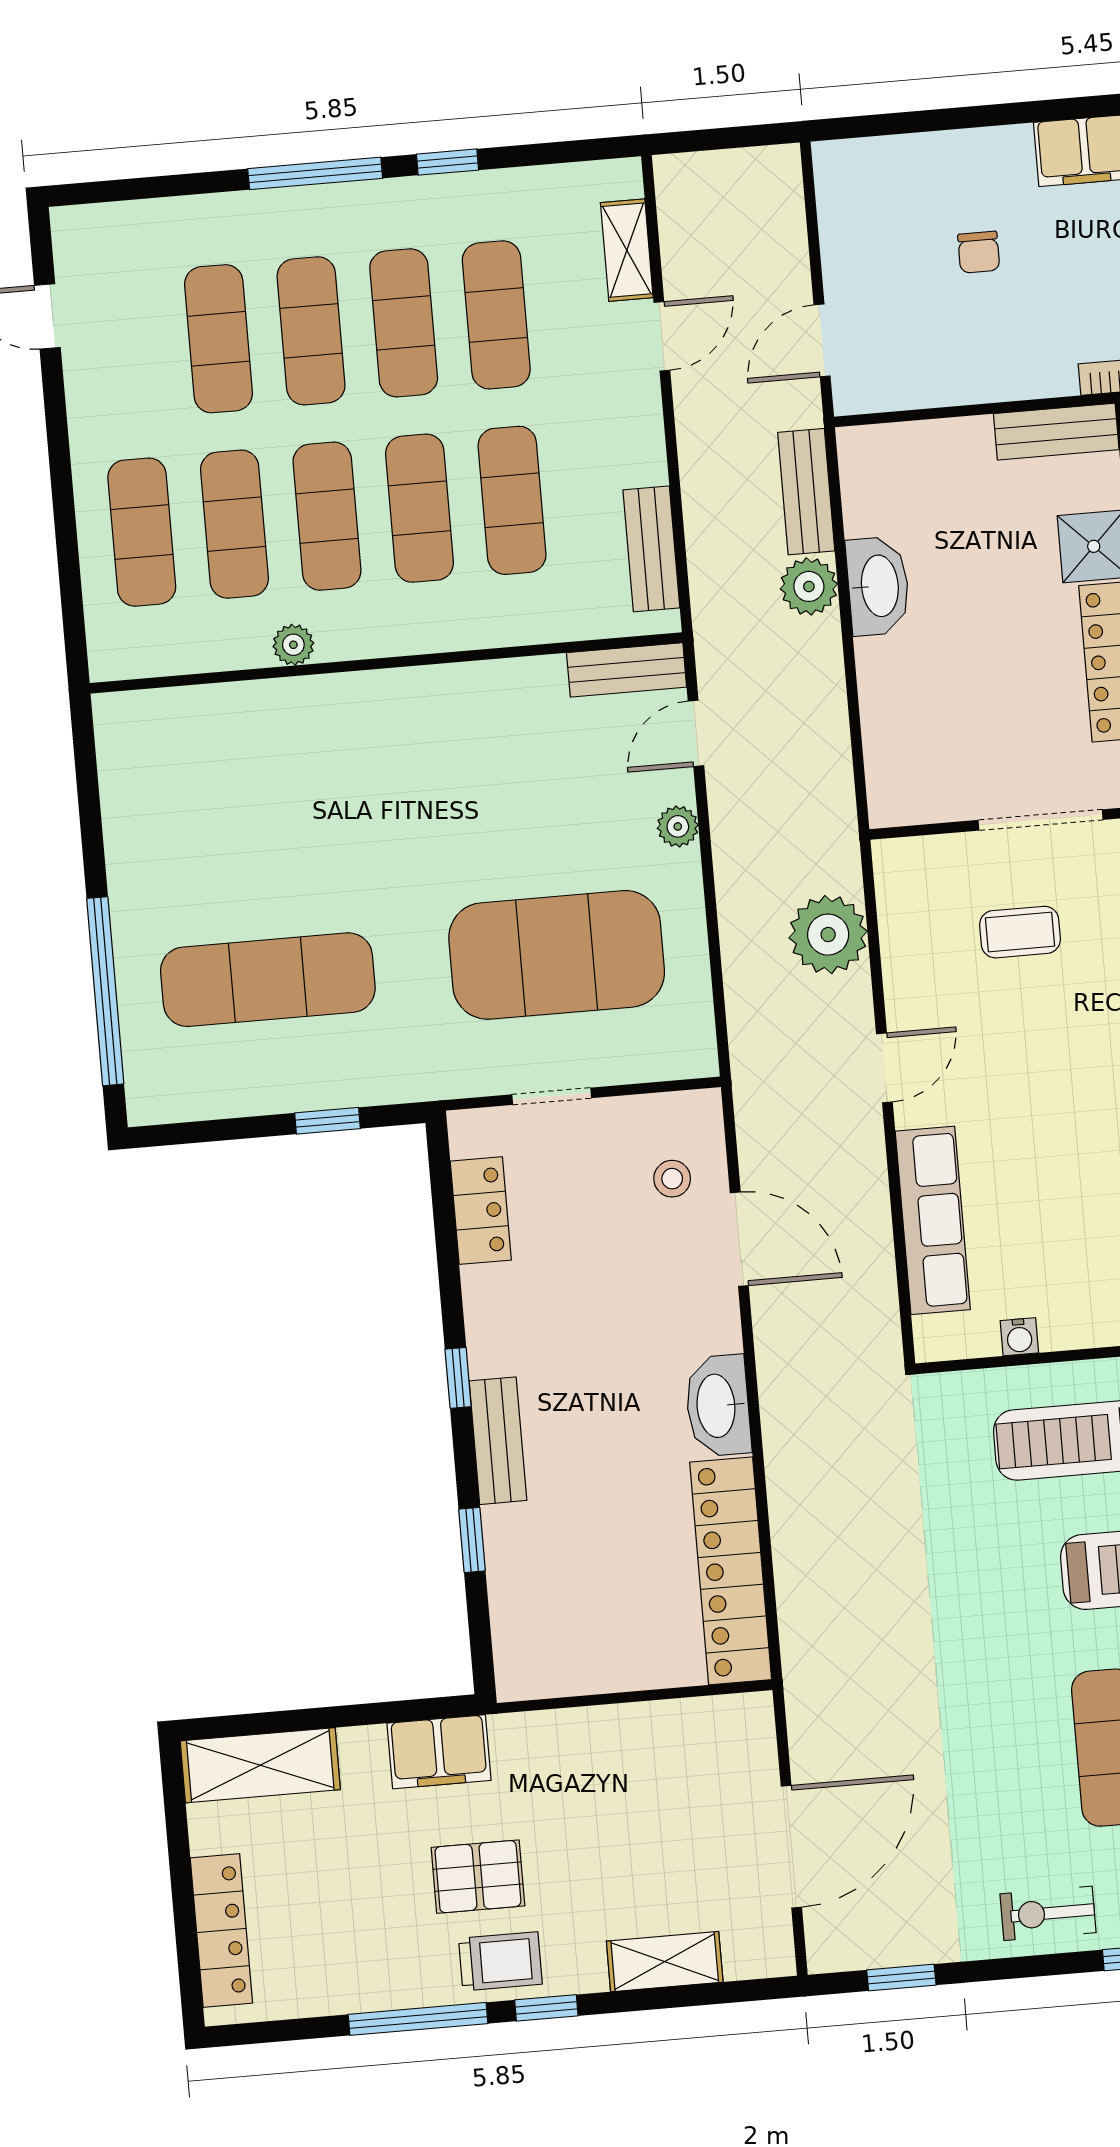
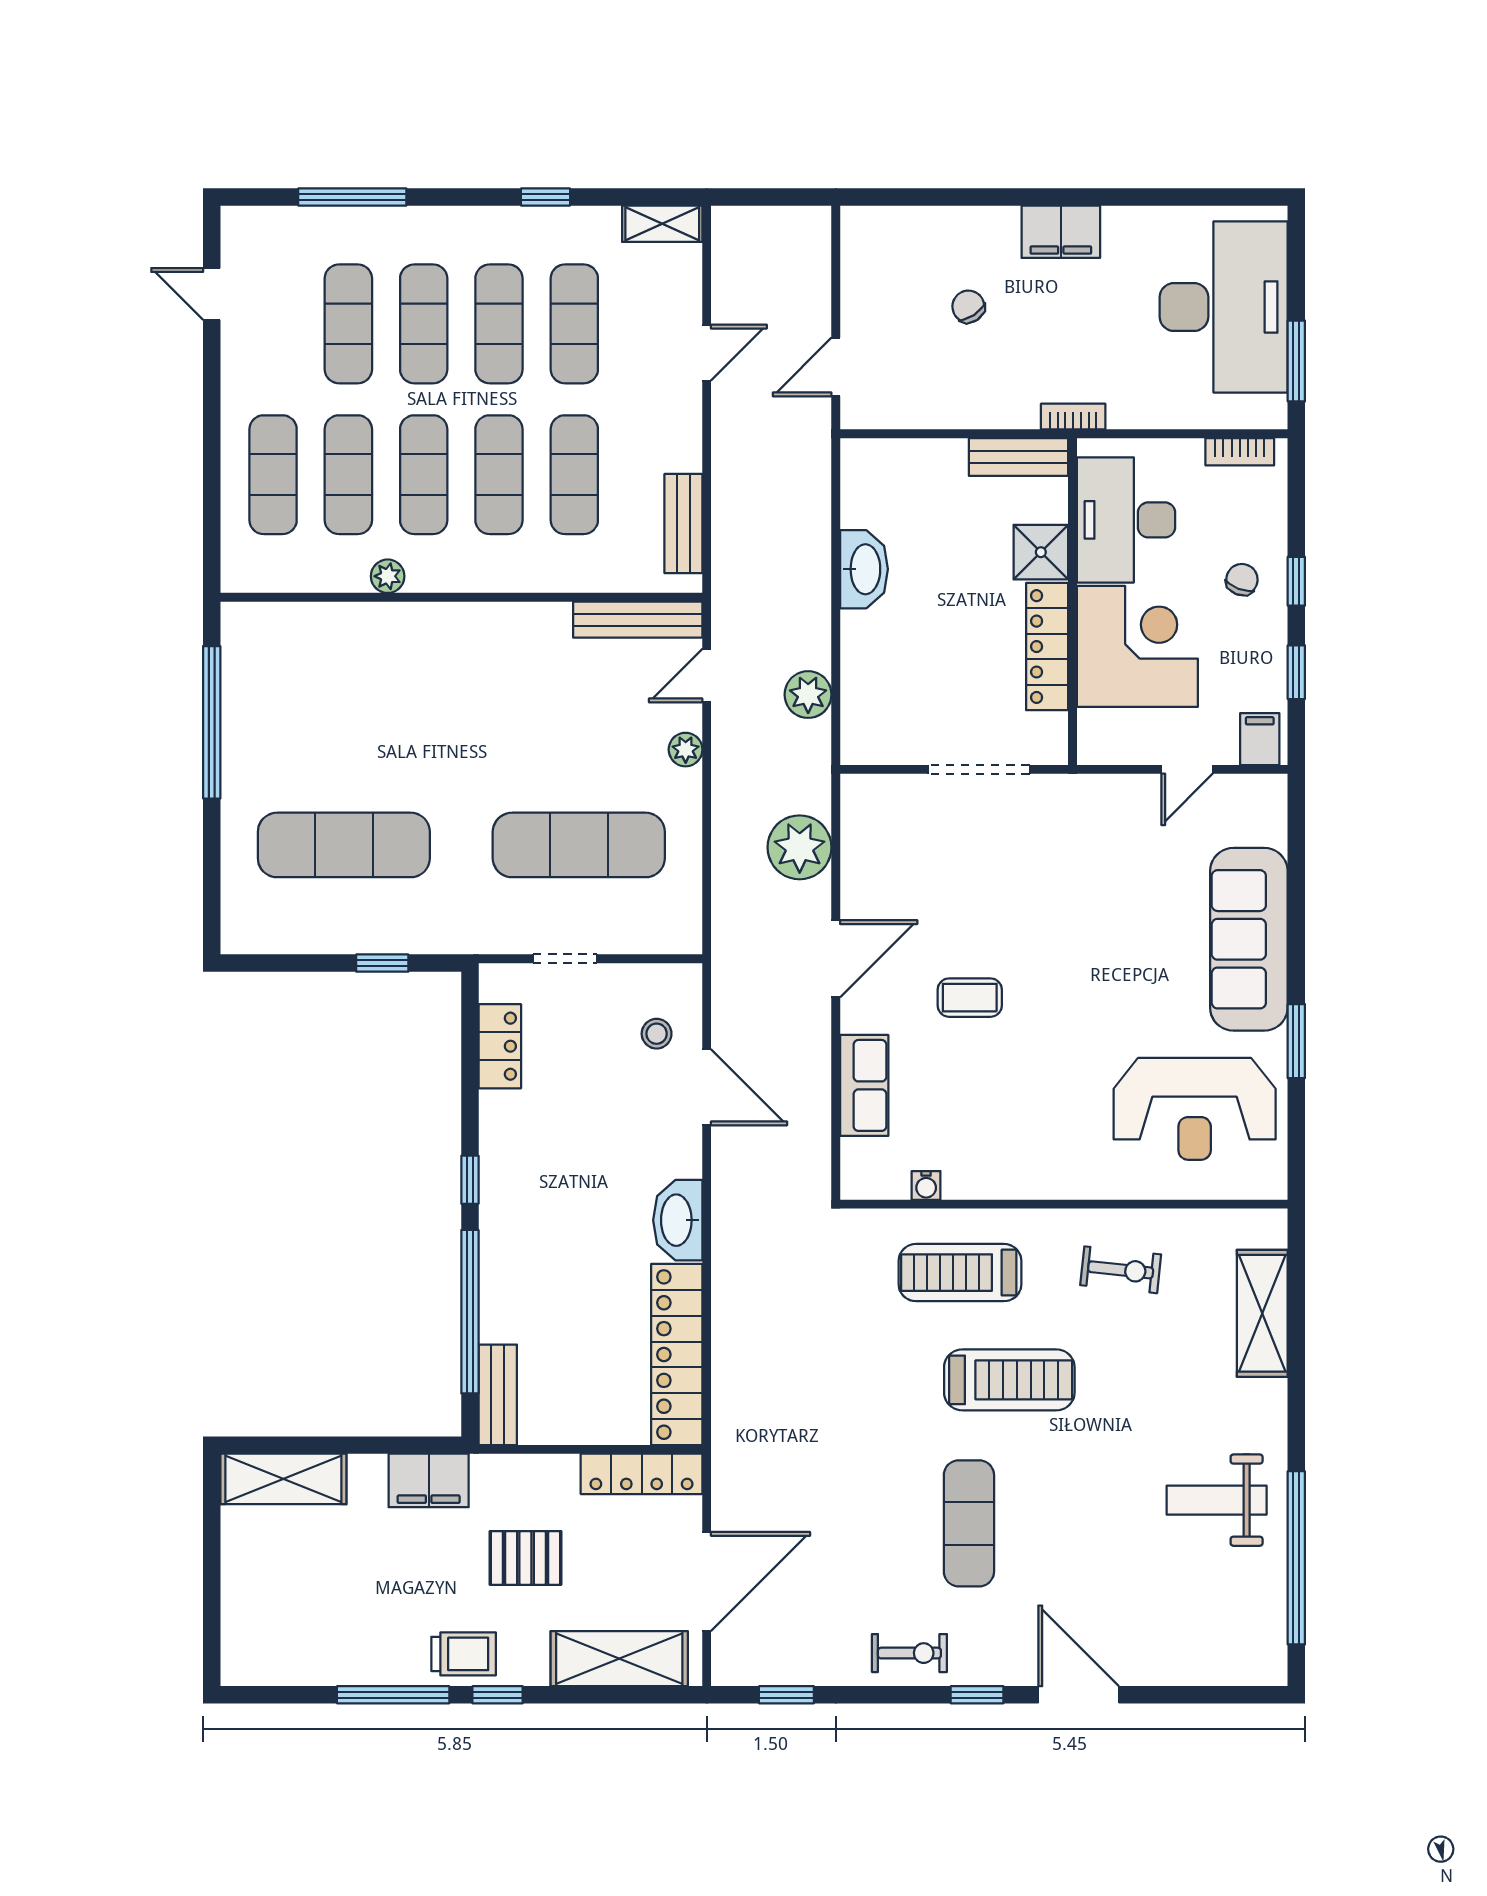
window: (315, 173) -> (352, 197), moved
shelving: (627, 250) -> (662, 224), moved, turned 90
chair: (979, 252) -> (968, 307), turned 146
bench: (806, 492) -> (812, 488), removed
plant: (809, 586) -> (808, 695), moved
bench: (627, 670) -> (638, 620), width x1.36
coffee table: (1020, 932) -> (970, 998), moved
exercise mat: (557, 955) -> (579, 845), width x0.68
window: (105, 991) -> (212, 722), moved
door: (884, 1068) -> (836, 959), width x1.38
row of seats: (933, 1220) -> (864, 1085), width x0.68
bench: (498, 1441) -> (498, 1395), moved
window: (472, 1540) -> (470, 1312), width x3.17
pallet: (478, 1877) -> (525, 1558), moved
exercise bike: (1048, 1913) -> (909, 1653), turned 180
locker: (221, 1930) -> (642, 1474), moved, turned 90
shelving: (665, 1962) -> (619, 1659), width x1.50, depth x1.33

